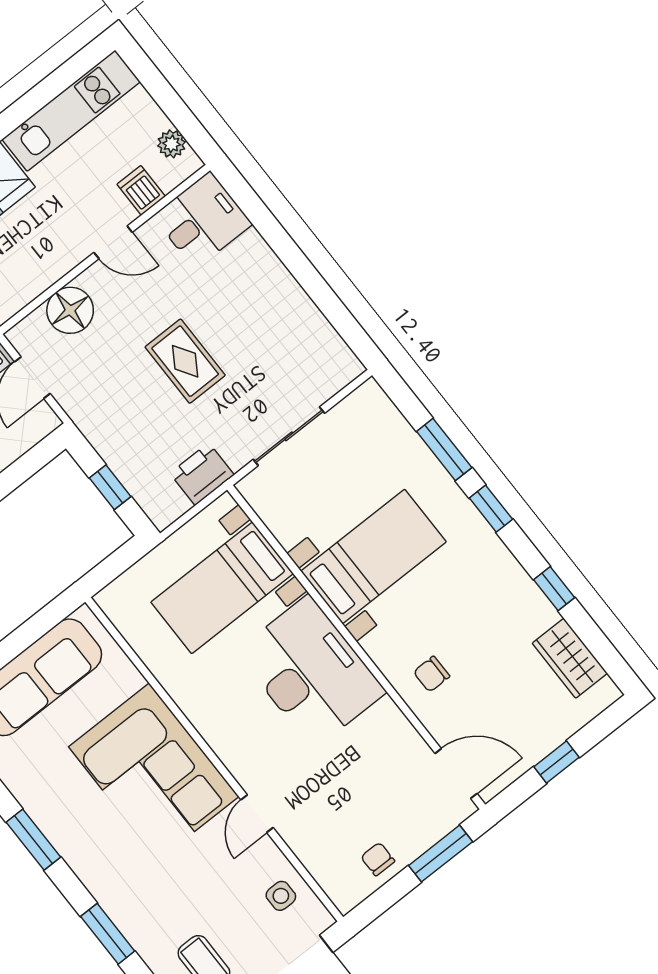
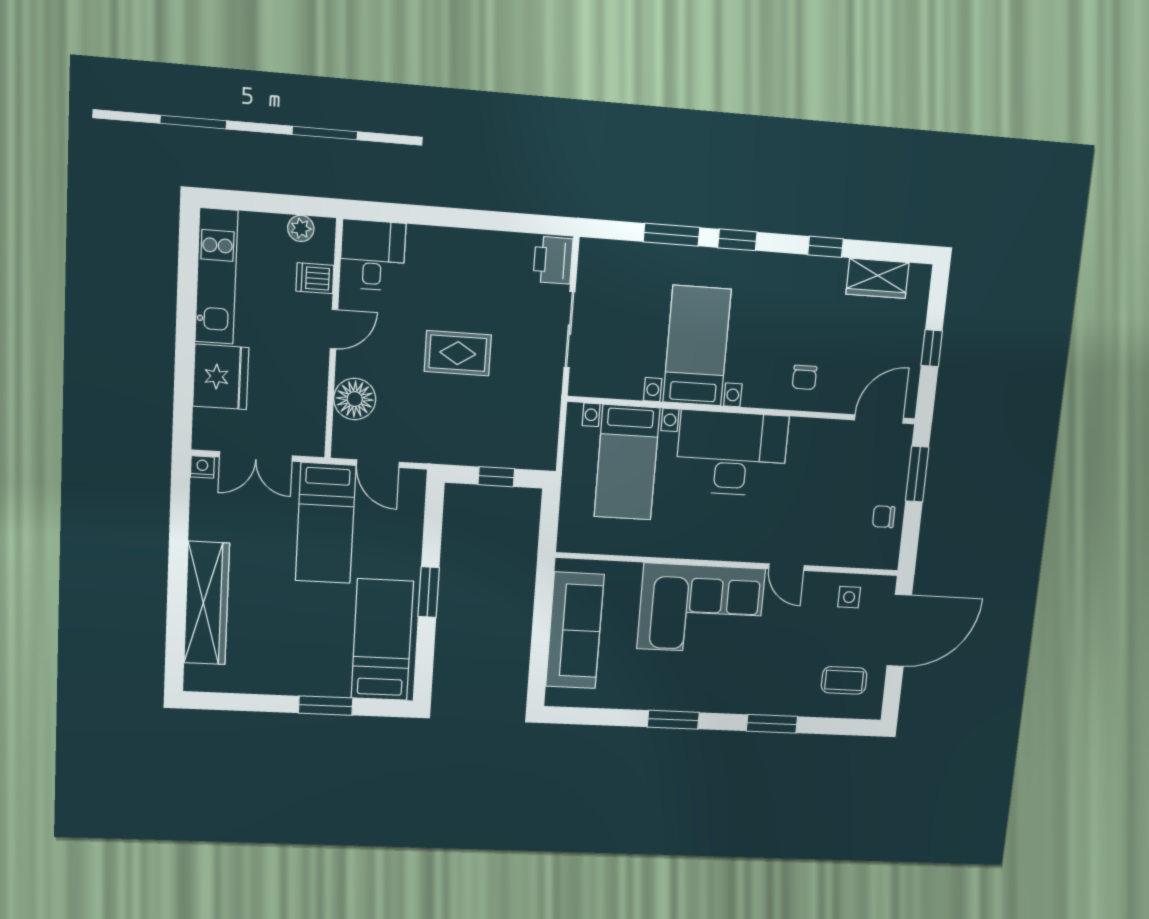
printer: (202, 474) -> (553, 260), moved

